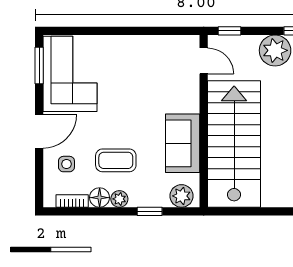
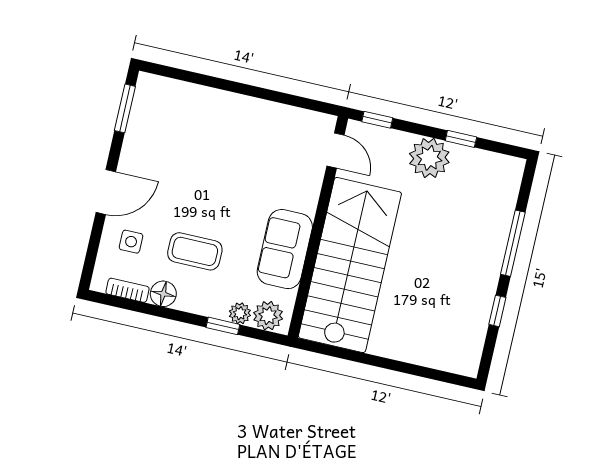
corner sofa: (70, 74) -> (162, 128), removed
plant: (119, 199) -> (240, 313), moved

